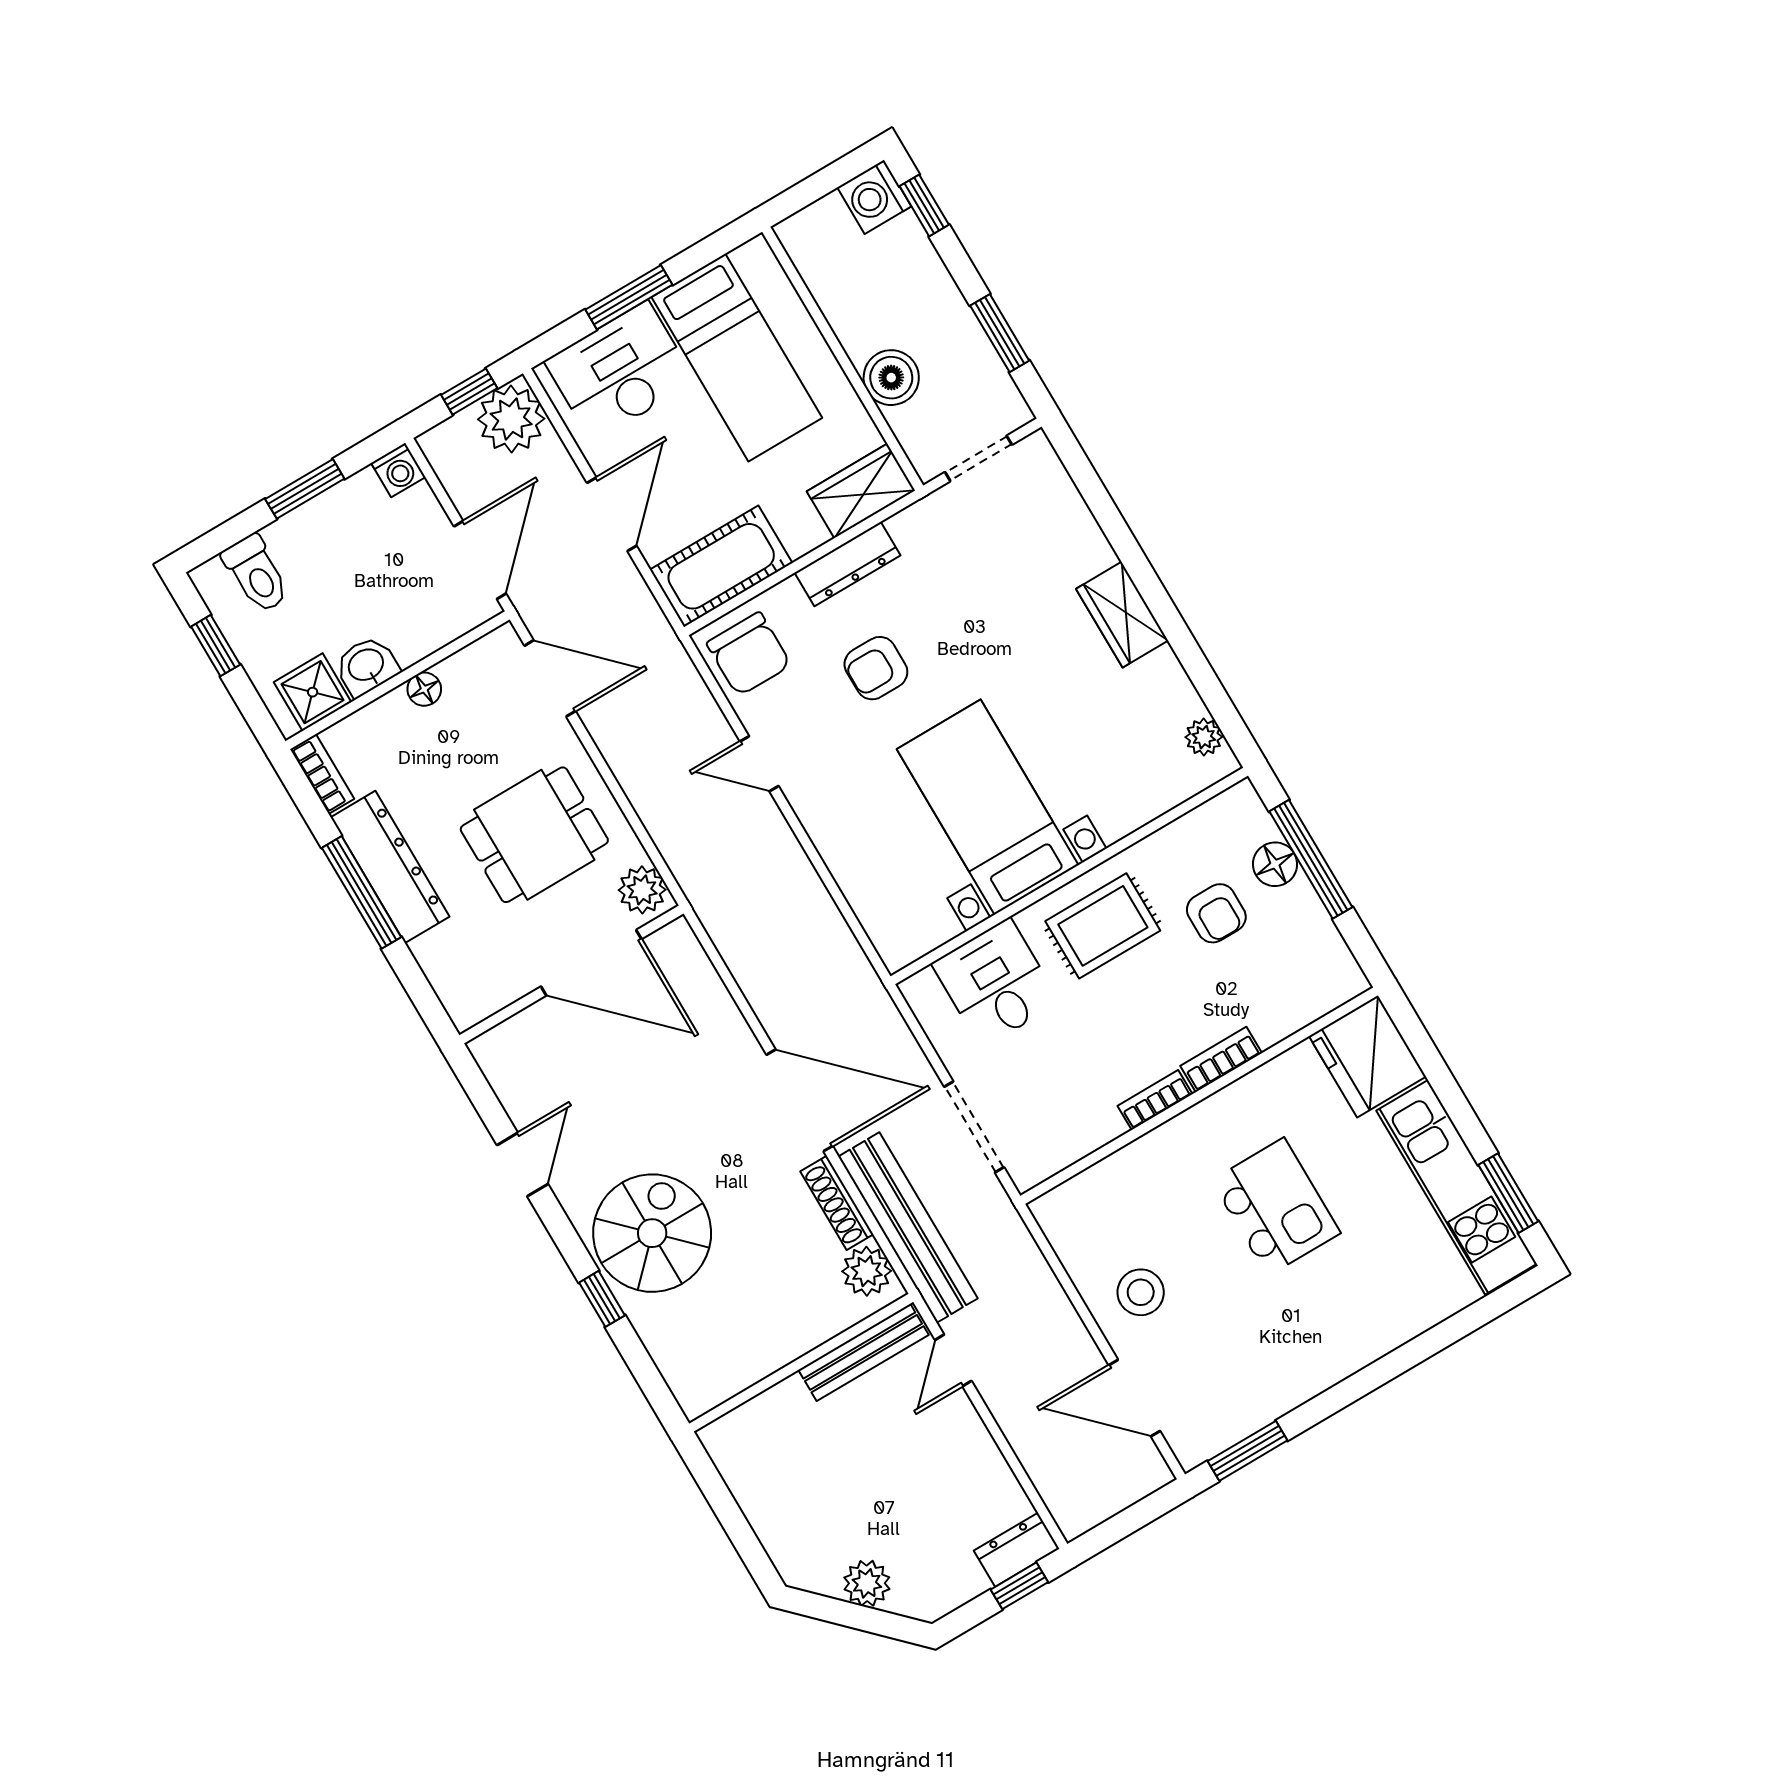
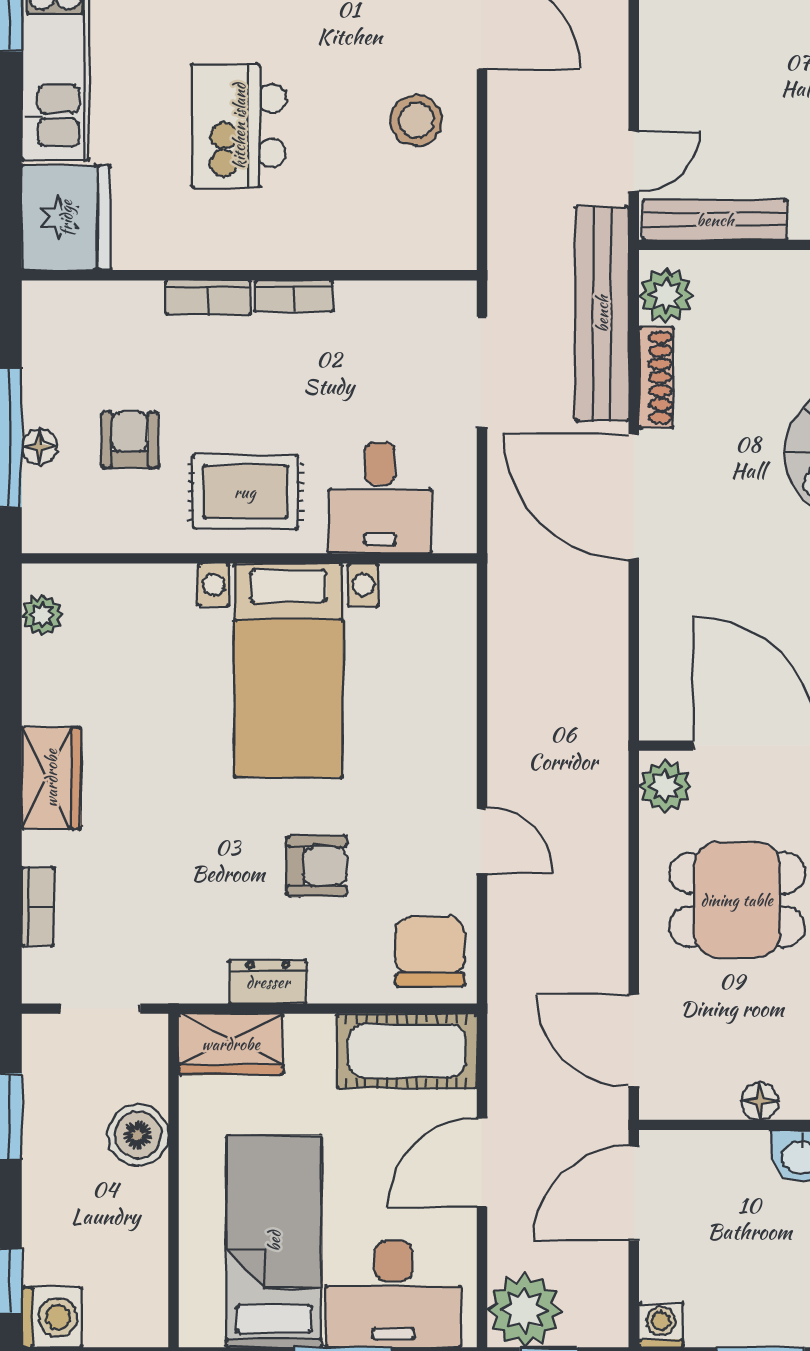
bookcase: (1074, 509) -> (38, 907), added
dresser: (848, 564) -> (268, 982), width x0.70
floor lamp: (1275, 864) -> (40, 447), width x0.73, depth x0.73

